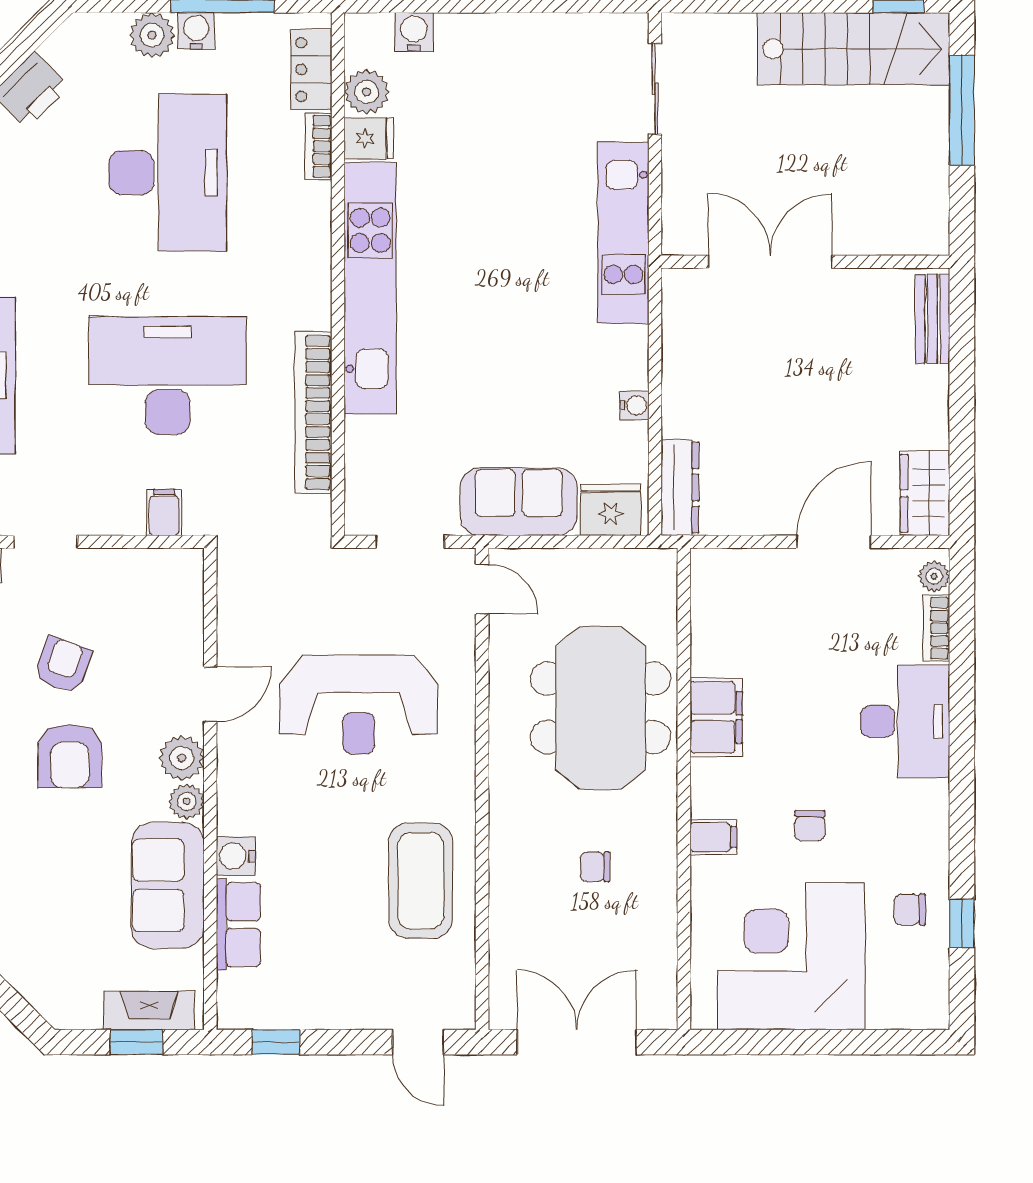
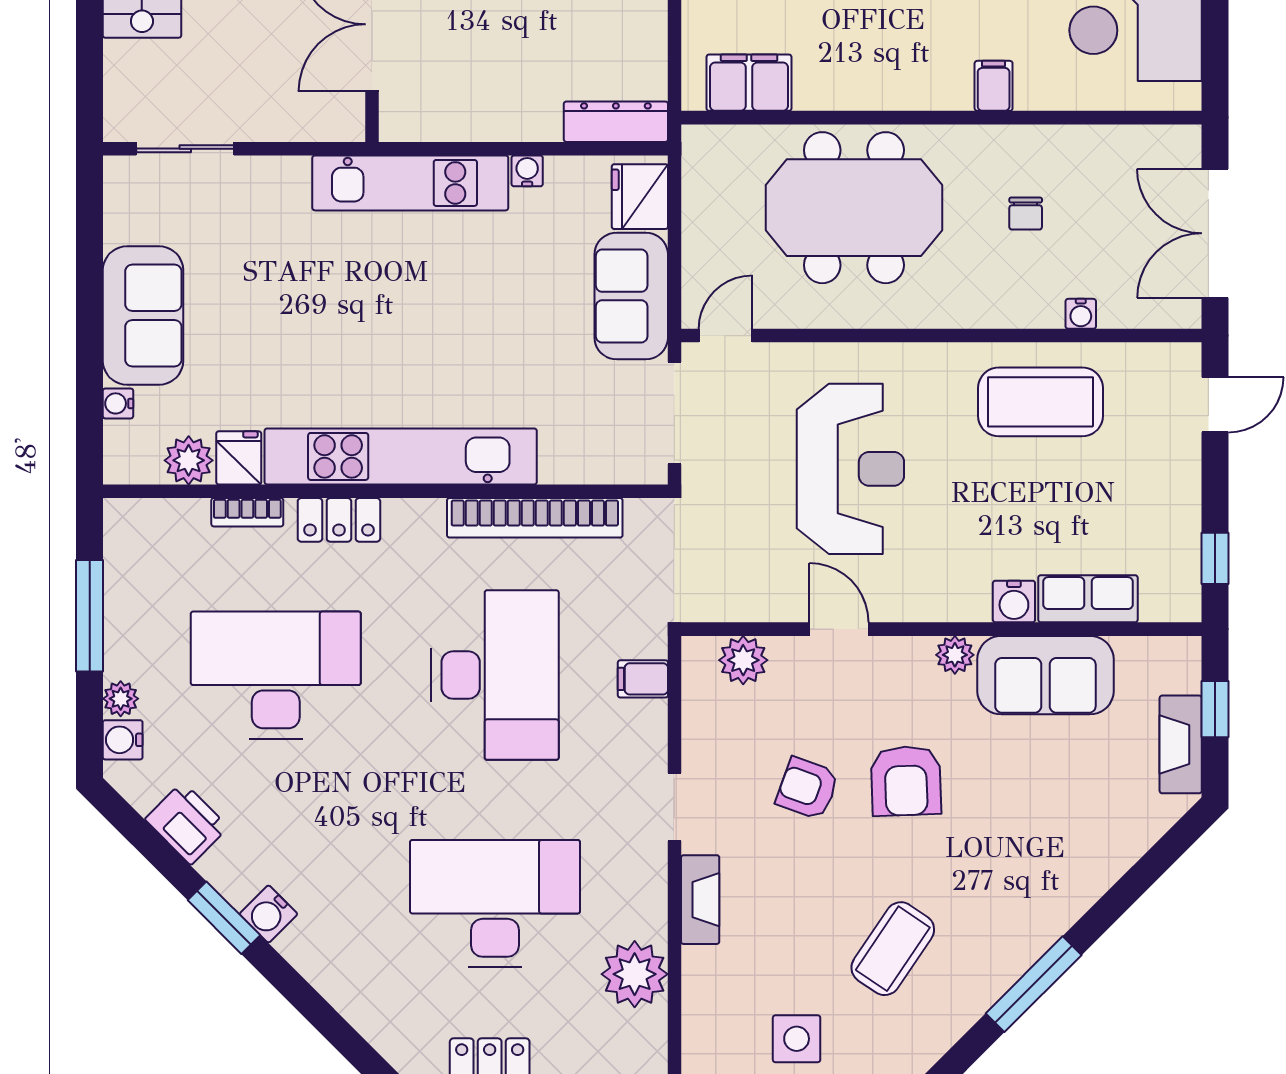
water cooler: (196, 31) -> (123, 740), moved
water cooler: (414, 32) -> (118, 403), width x0.72, depth x0.72
plant: (152, 35) -> (121, 699), width x0.73, depth x0.73
sofa: (501, 50) -> (143, 316), added
locker: (311, 70) -> (339, 520), moved
kitchen unit: (623, 233) -> (410, 183), moved
desk: (168, 376) -> (495, 675), turned 180
doorway: (410, 542) -> (674, 413), width x1.38
filing cabinet: (716, 717) -> (749, 83), moved
armchair: (70, 756) -> (906, 781), turned 88
plant: (182, 758) -> (743, 660), moved
water cooler: (502, 918) -> (1081, 314), added
fireplace: (149, 1010) -> (1181, 744), moved

